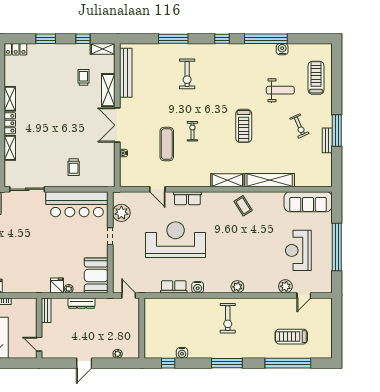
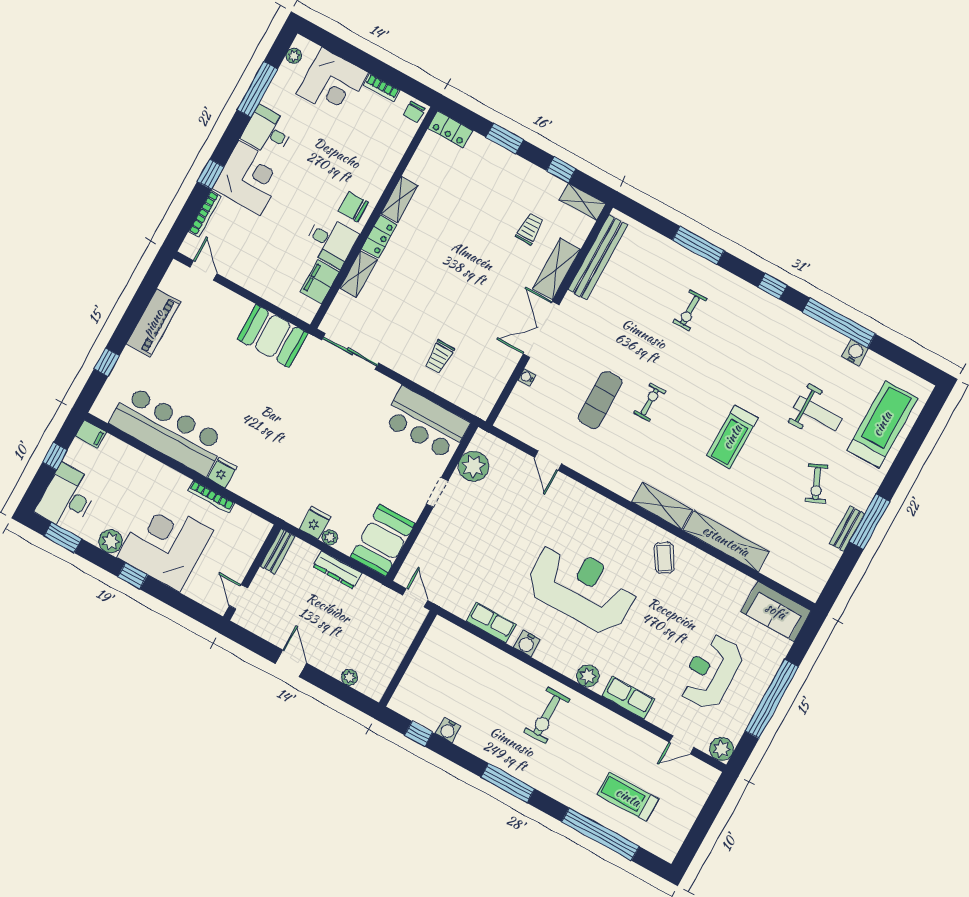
exercise bike: (187, 74) -> (690, 310), width x0.73, depth x0.72
treadmill: (316, 78) -> (882, 424), width x1.37, depth x1.38
row of seats: (187, 198) -> (628, 698), moved, turned 180
sofa: (308, 202) -> (776, 611), width x0.73
bar counter: (77, 204) -> (426, 423), width x0.73
reception desk: (176, 240) -> (582, 588), moved
plant: (285, 286) -> (722, 749), moved
door: (84, 363) -> (291, 663), swing flipped

